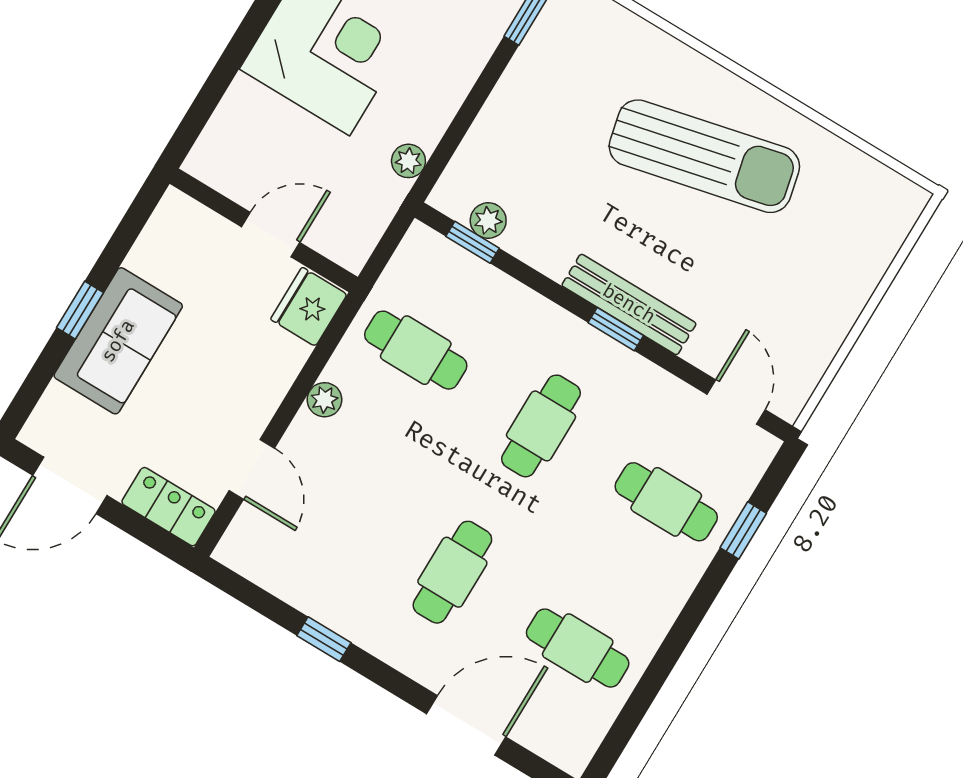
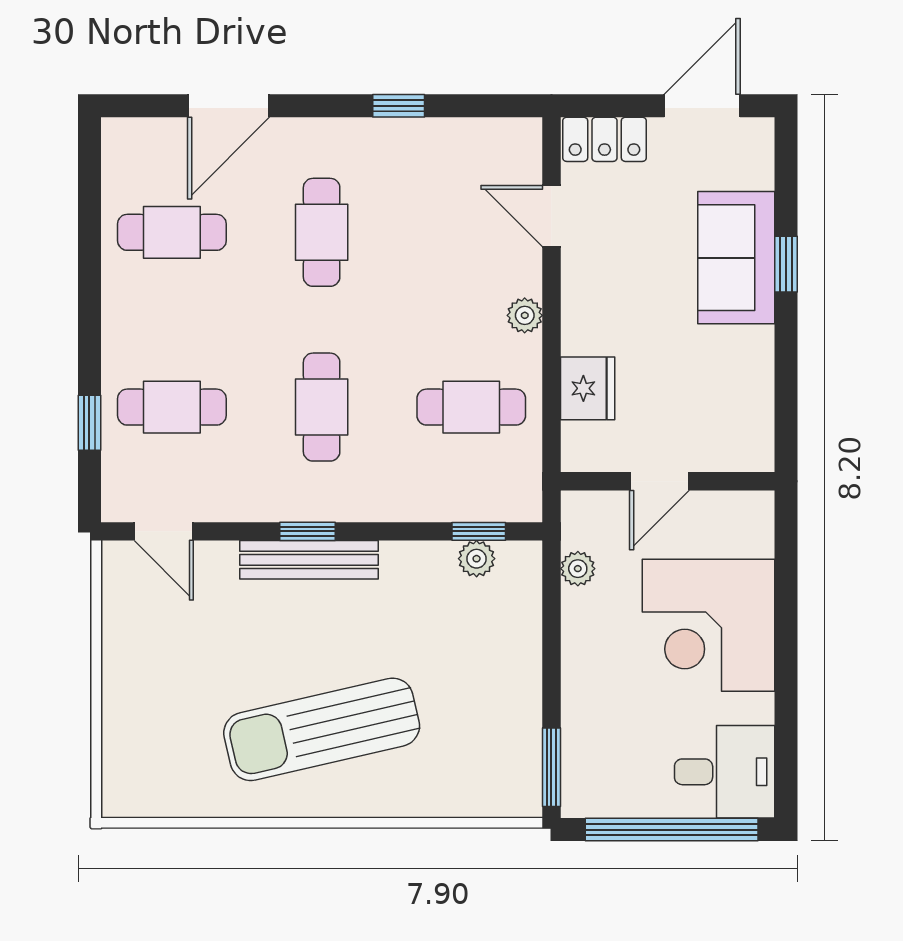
wall: (264, 230) -> (668, 481), moved
door: (271, 235) -> (659, 481), moved

